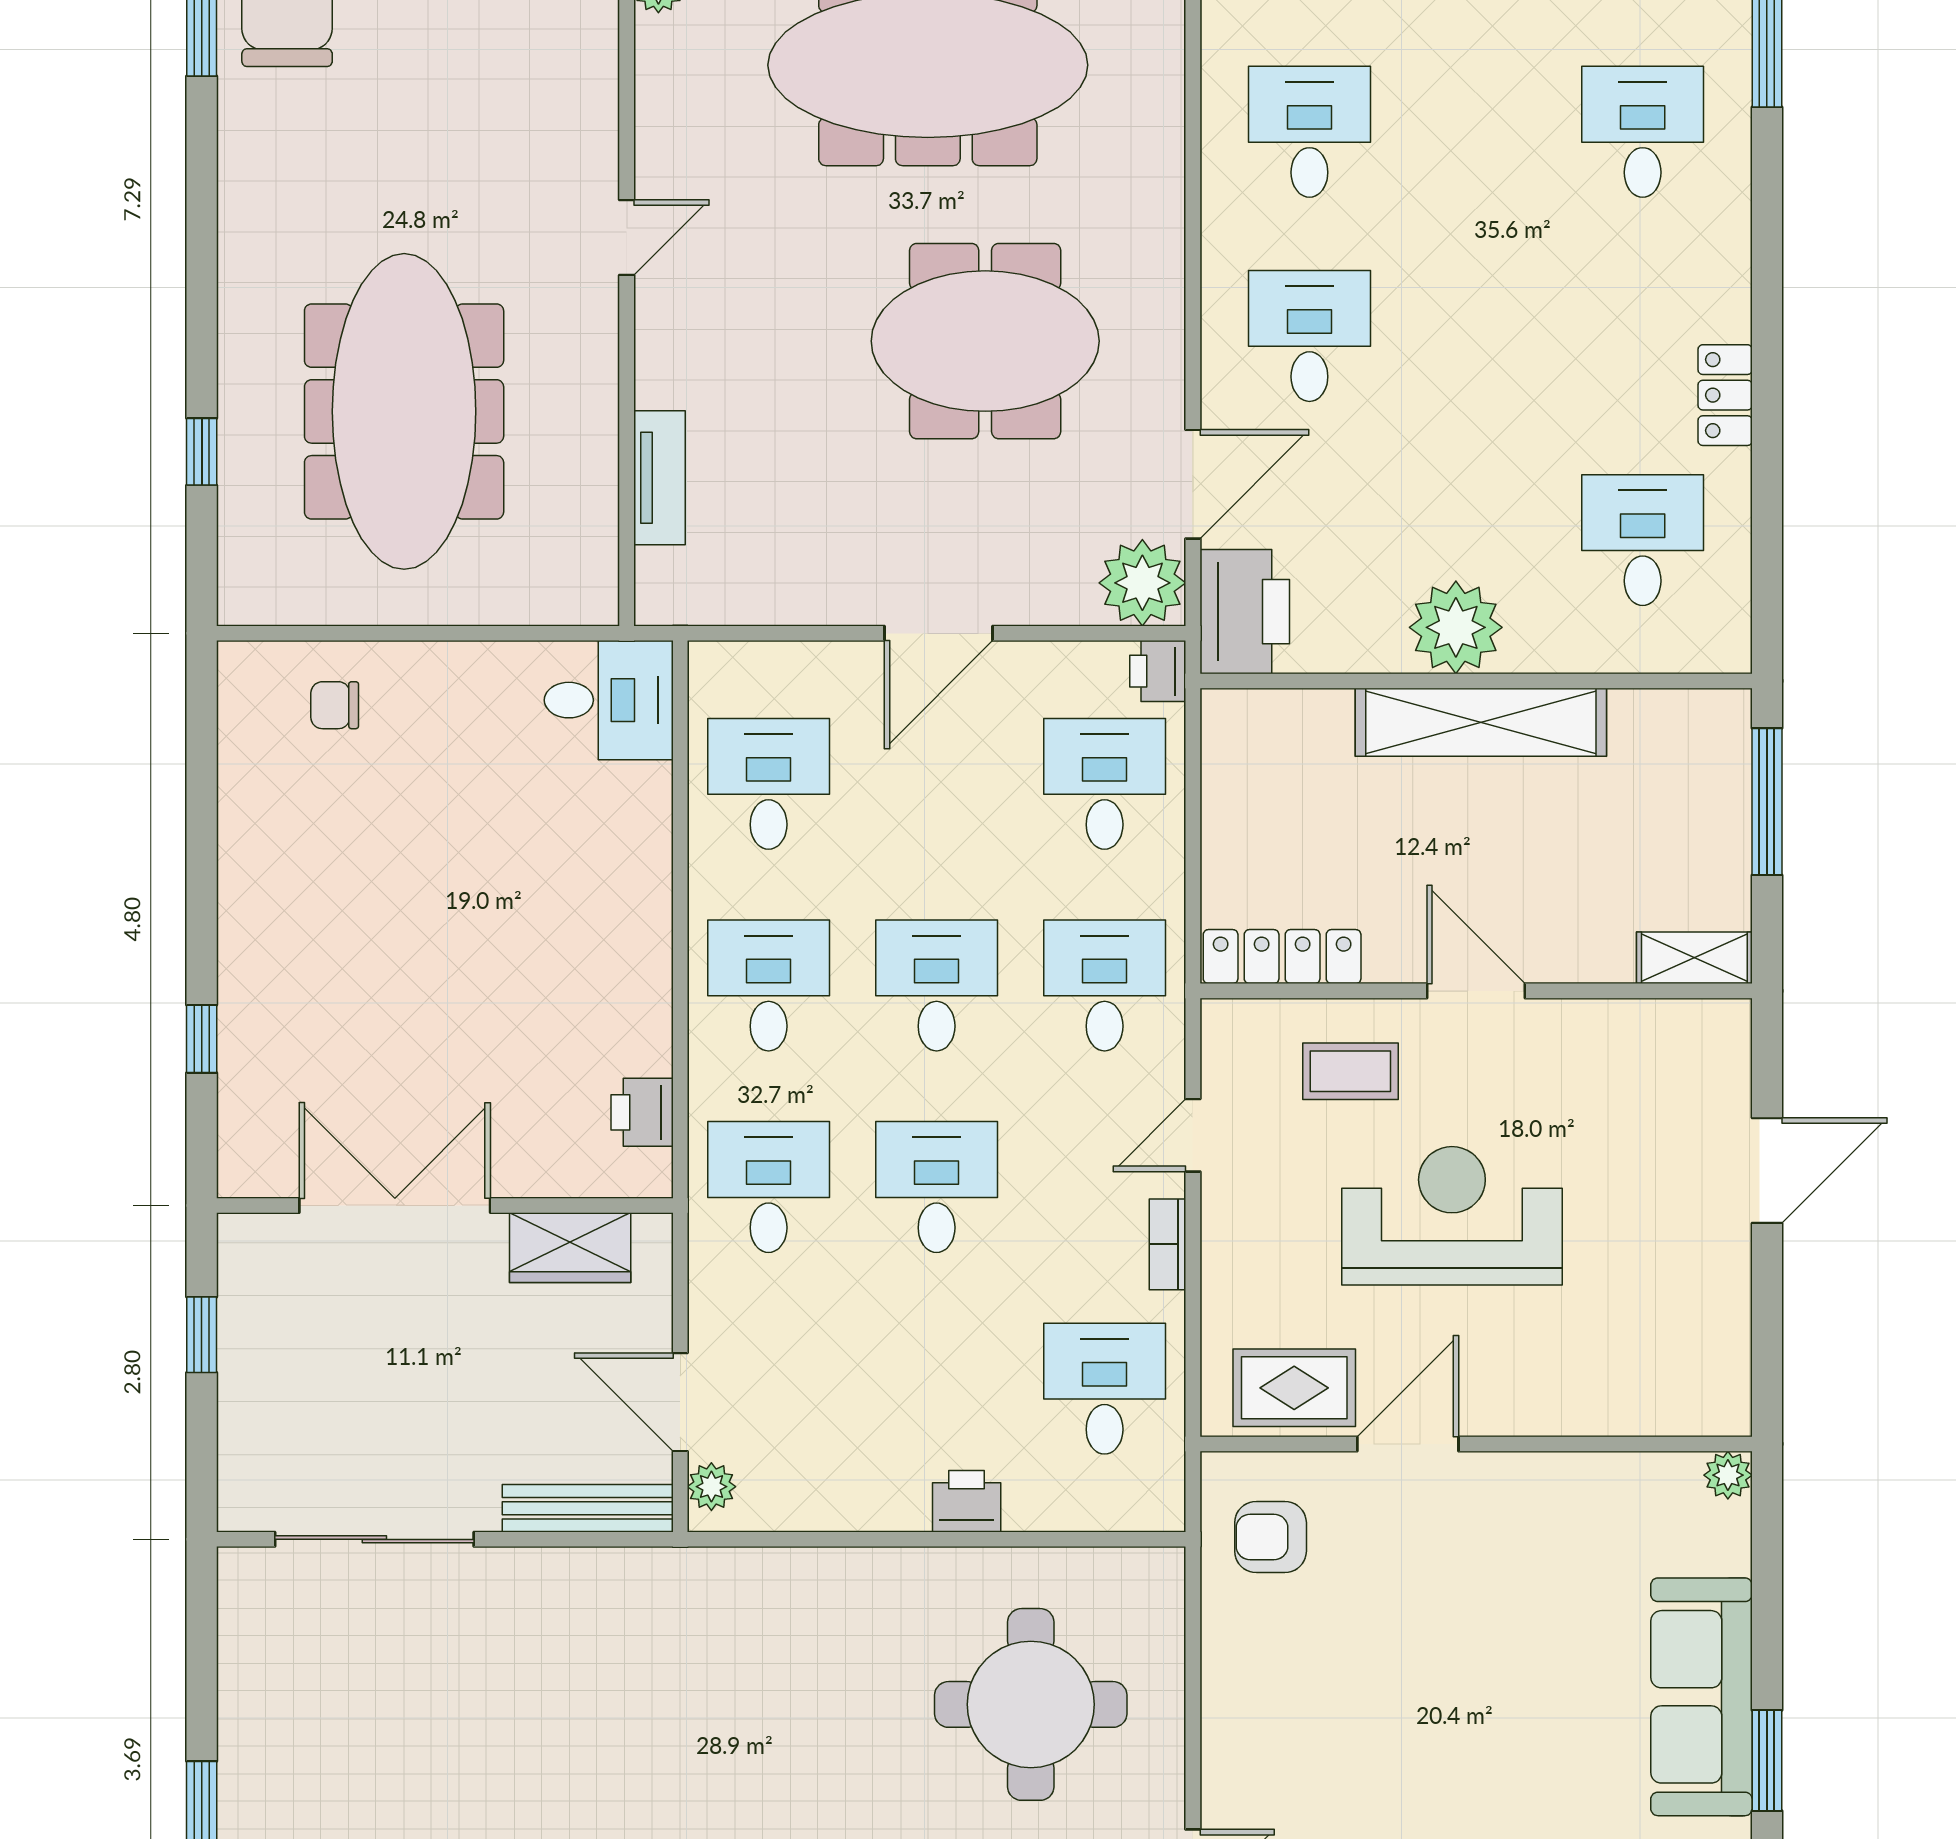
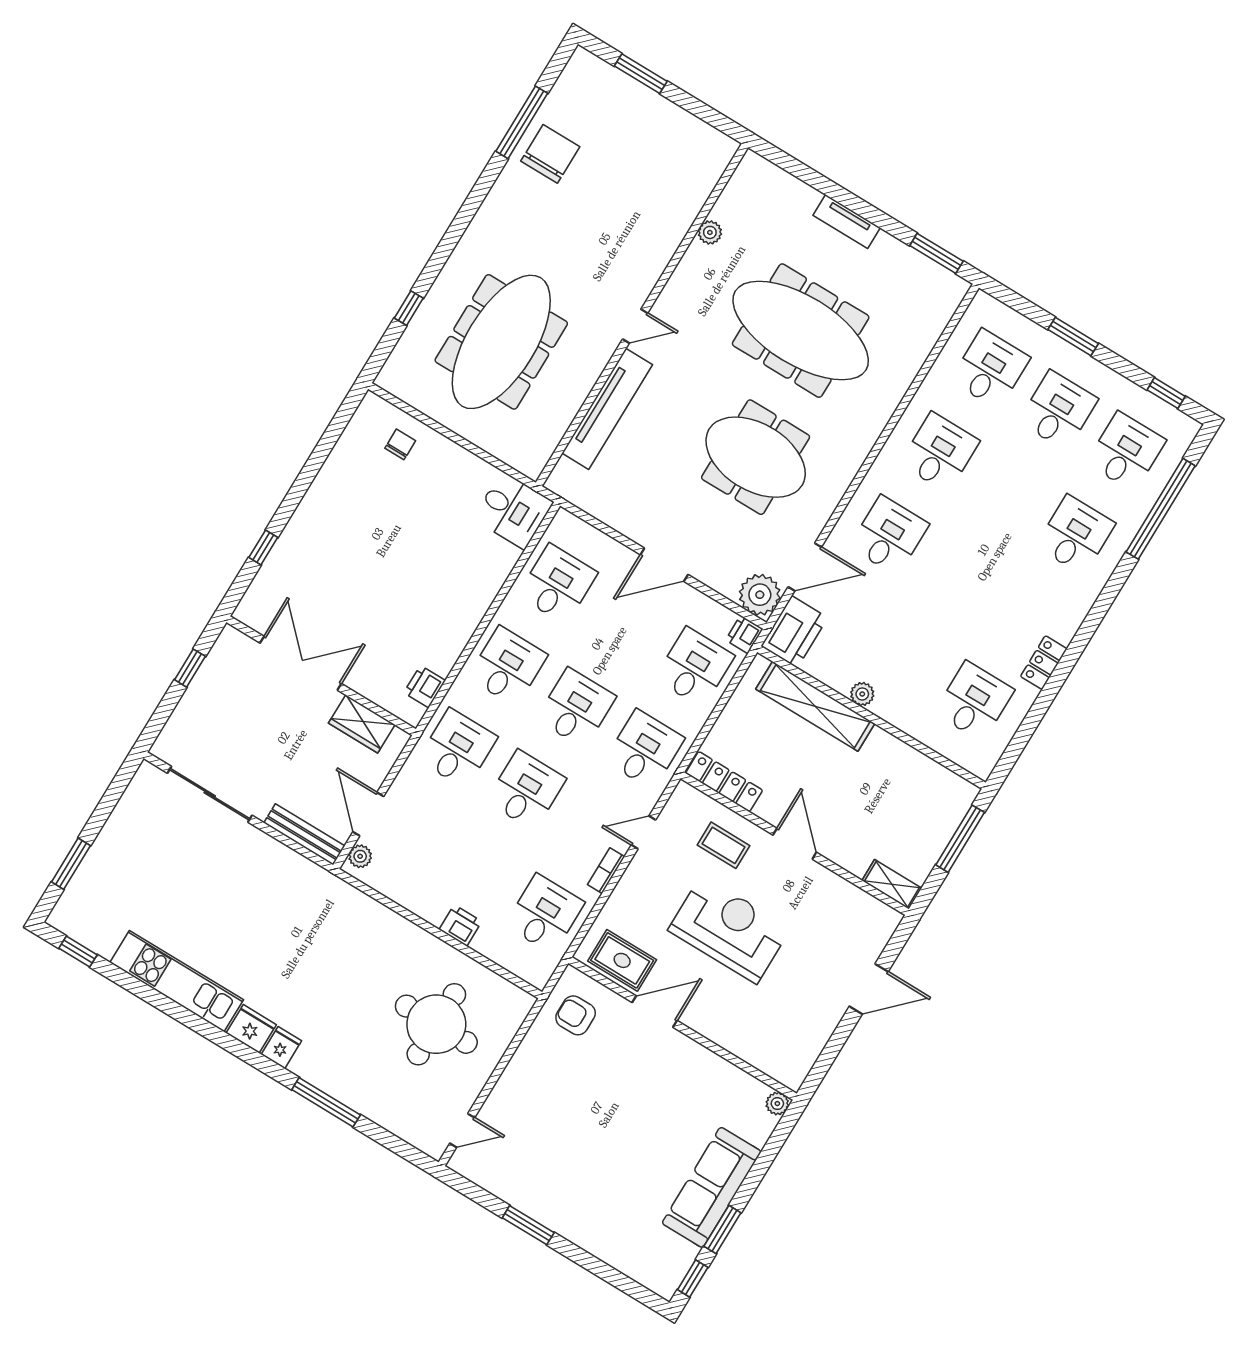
tv unit: (659, 478) -> (607, 409), width x1.92, depth x1.29
plant: (1456, 627) -> (862, 694), width x0.53, depth x0.53
chair: (335, 705) -> (400, 444), turned 90
shelving: (1481, 722) -> (815, 706), moved

